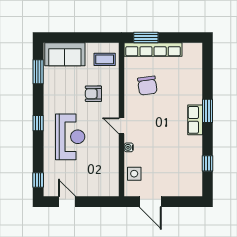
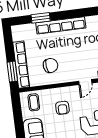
window: (208, 111) -> (41, 18), moved
row of seats: (195, 120) -> (61, 25), width x2.02

